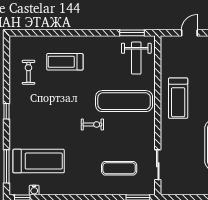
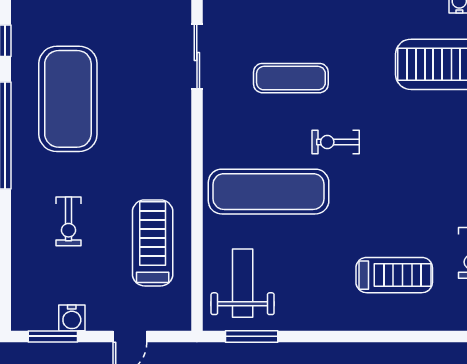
treadmill: (178, 98) -> (153, 243), moved
exercise mat: (119, 168) -> (291, 78), moved

